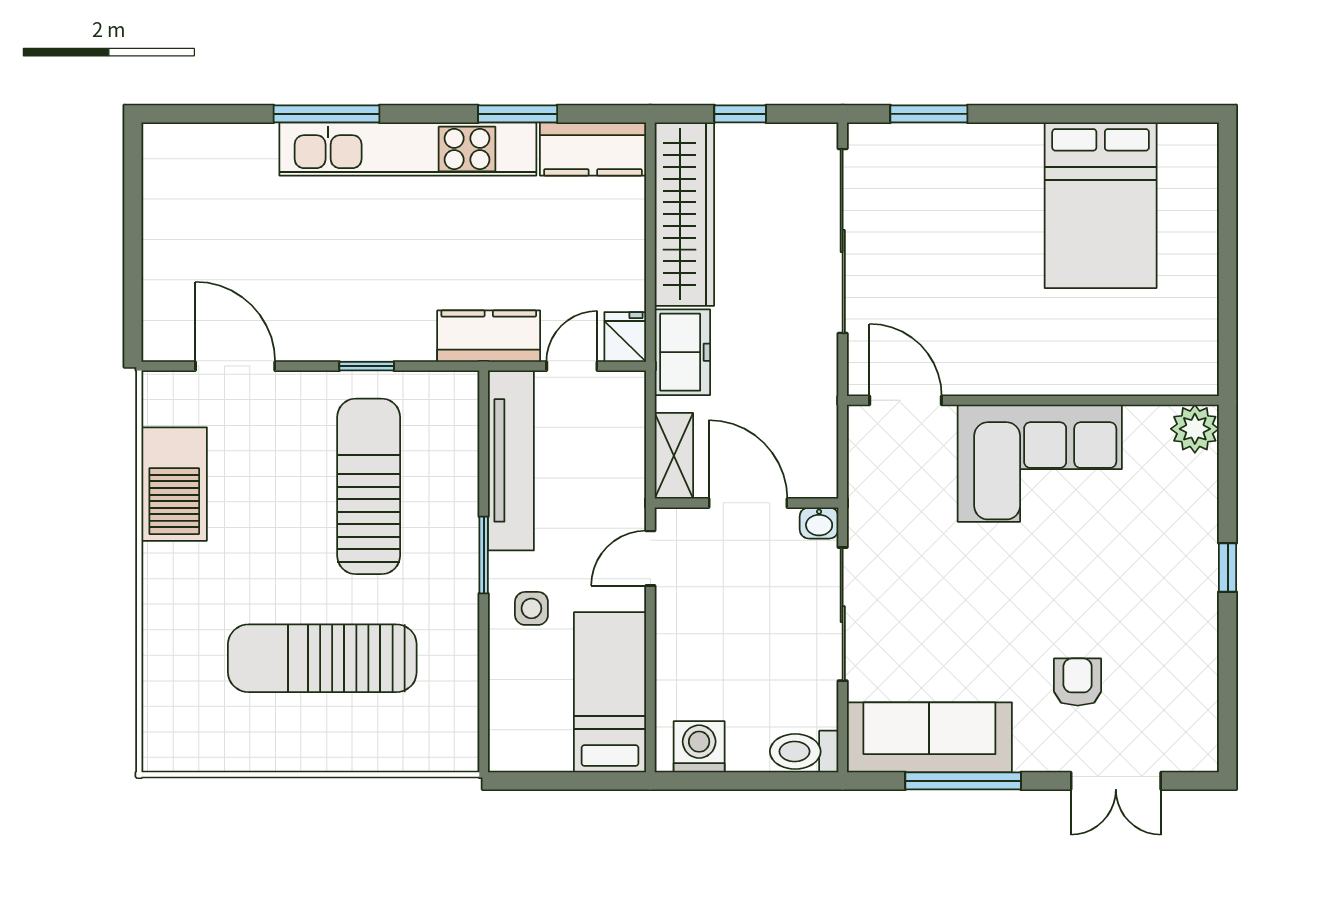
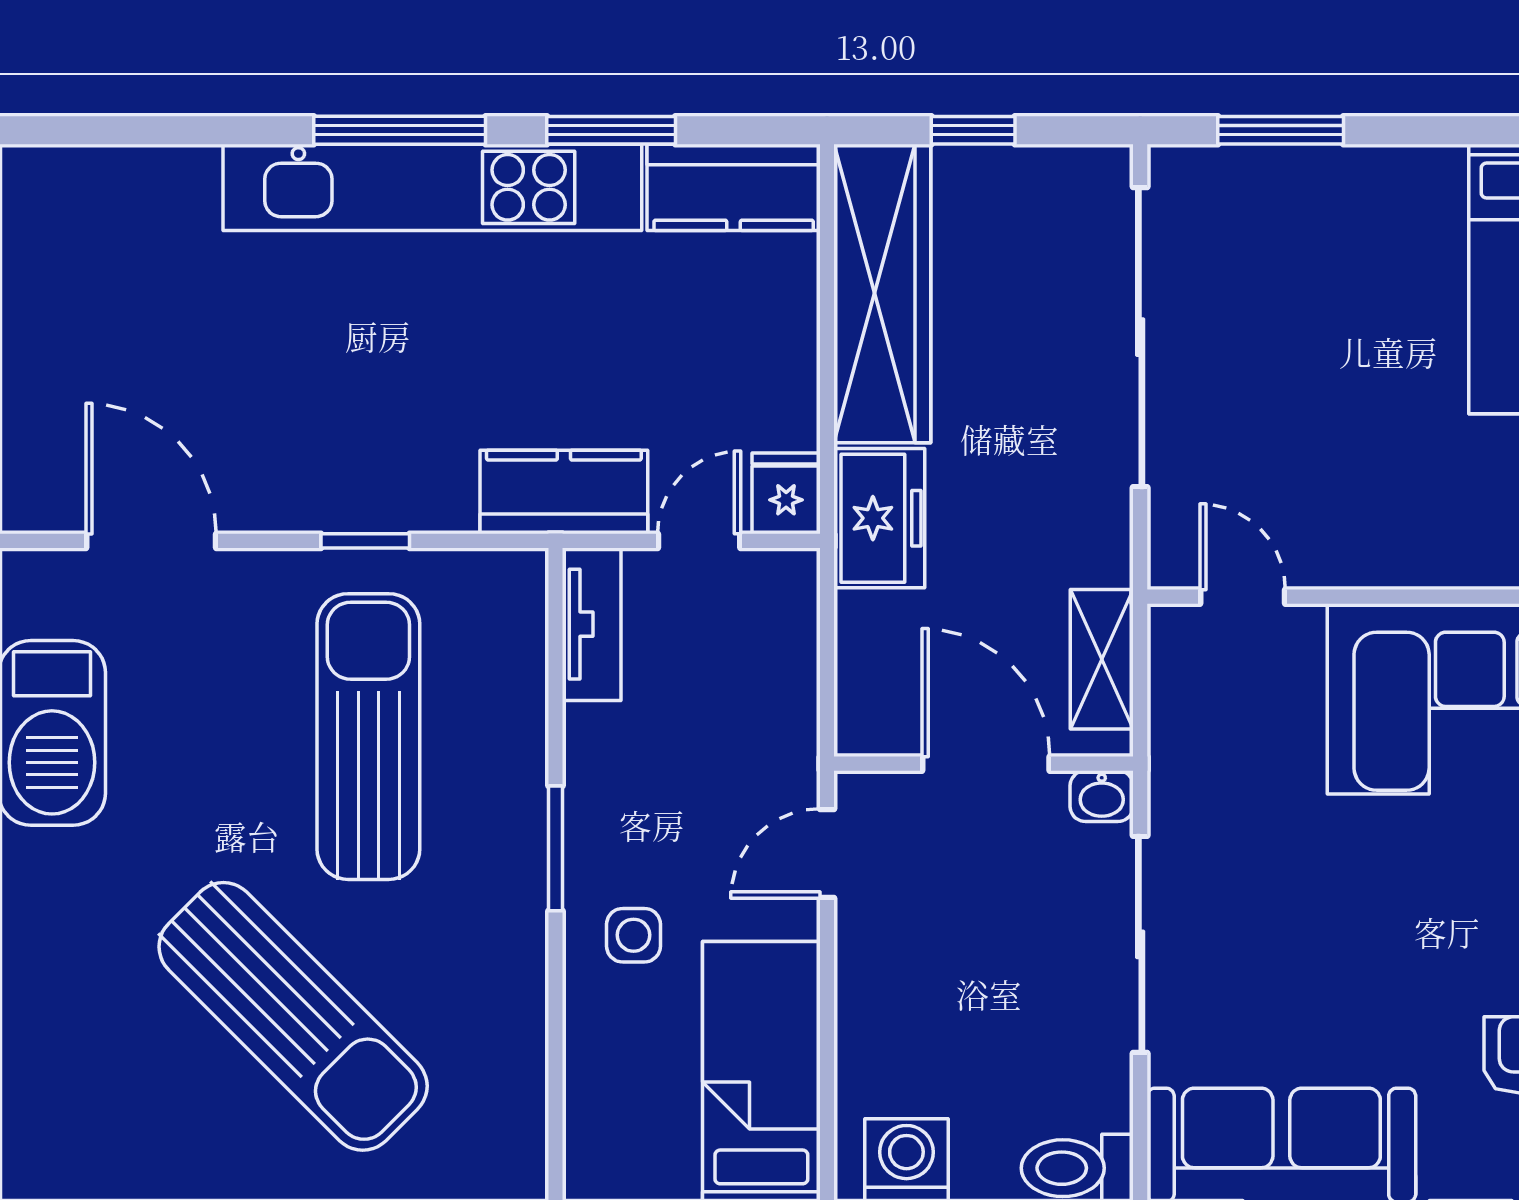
window: (326, 114) -> (400, 130), moved
door: (906, 400) -> (1243, 597), width x0.73
shelving: (674, 456) -> (1102, 659), moved
tv unit: (511, 460) -> (592, 624), width x0.52, depth x0.78
sun lounger: (322, 658) -> (293, 1016), turned -135

